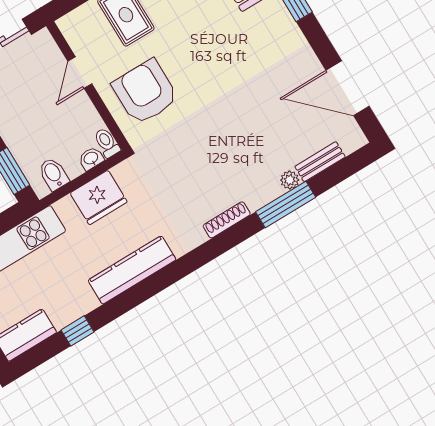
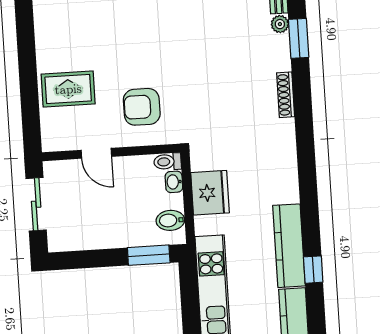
armchair: (145, 92) -> (142, 107), width x0.73, depth x0.73
window: (286, 204) -> (299, 38), width x0.69
kitchen counter: (132, 270) -> (289, 246), moved

